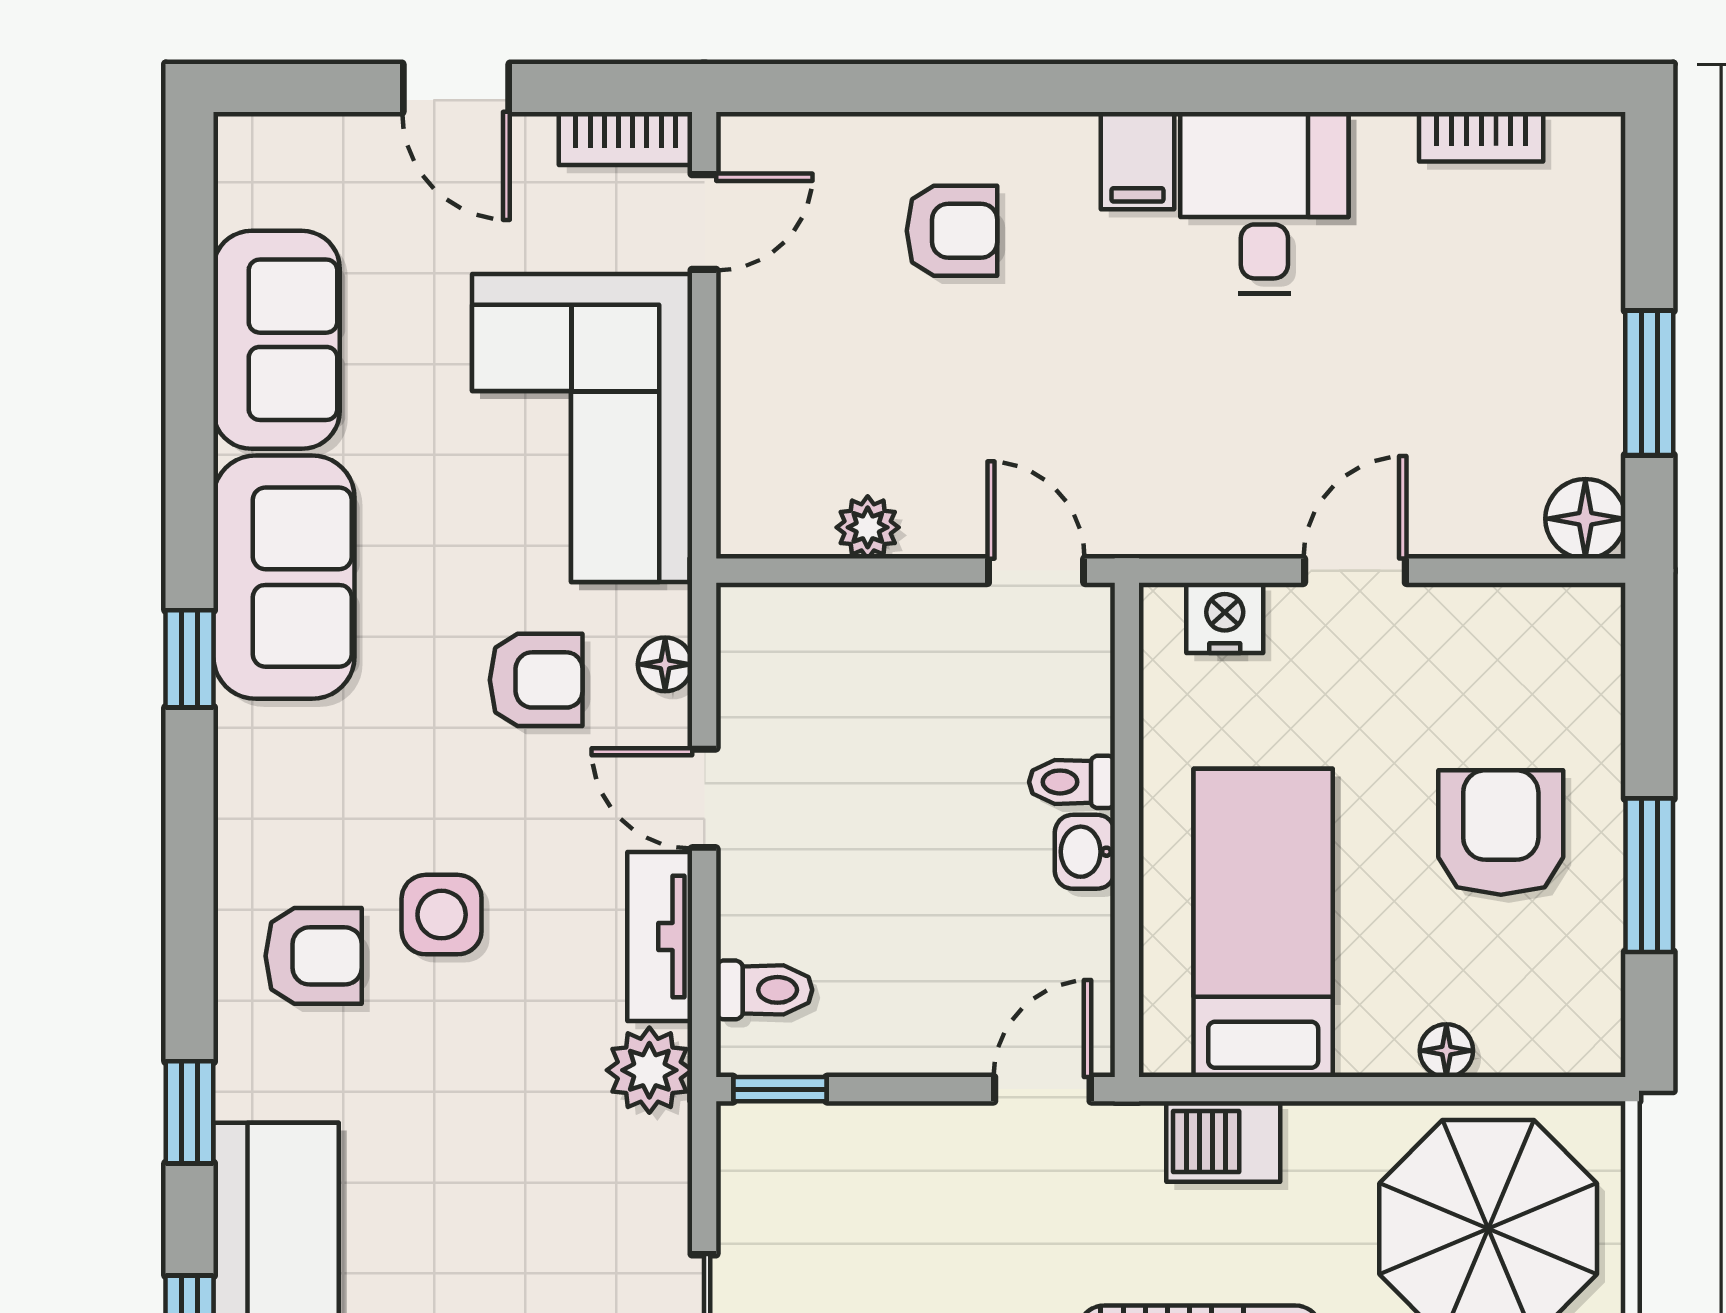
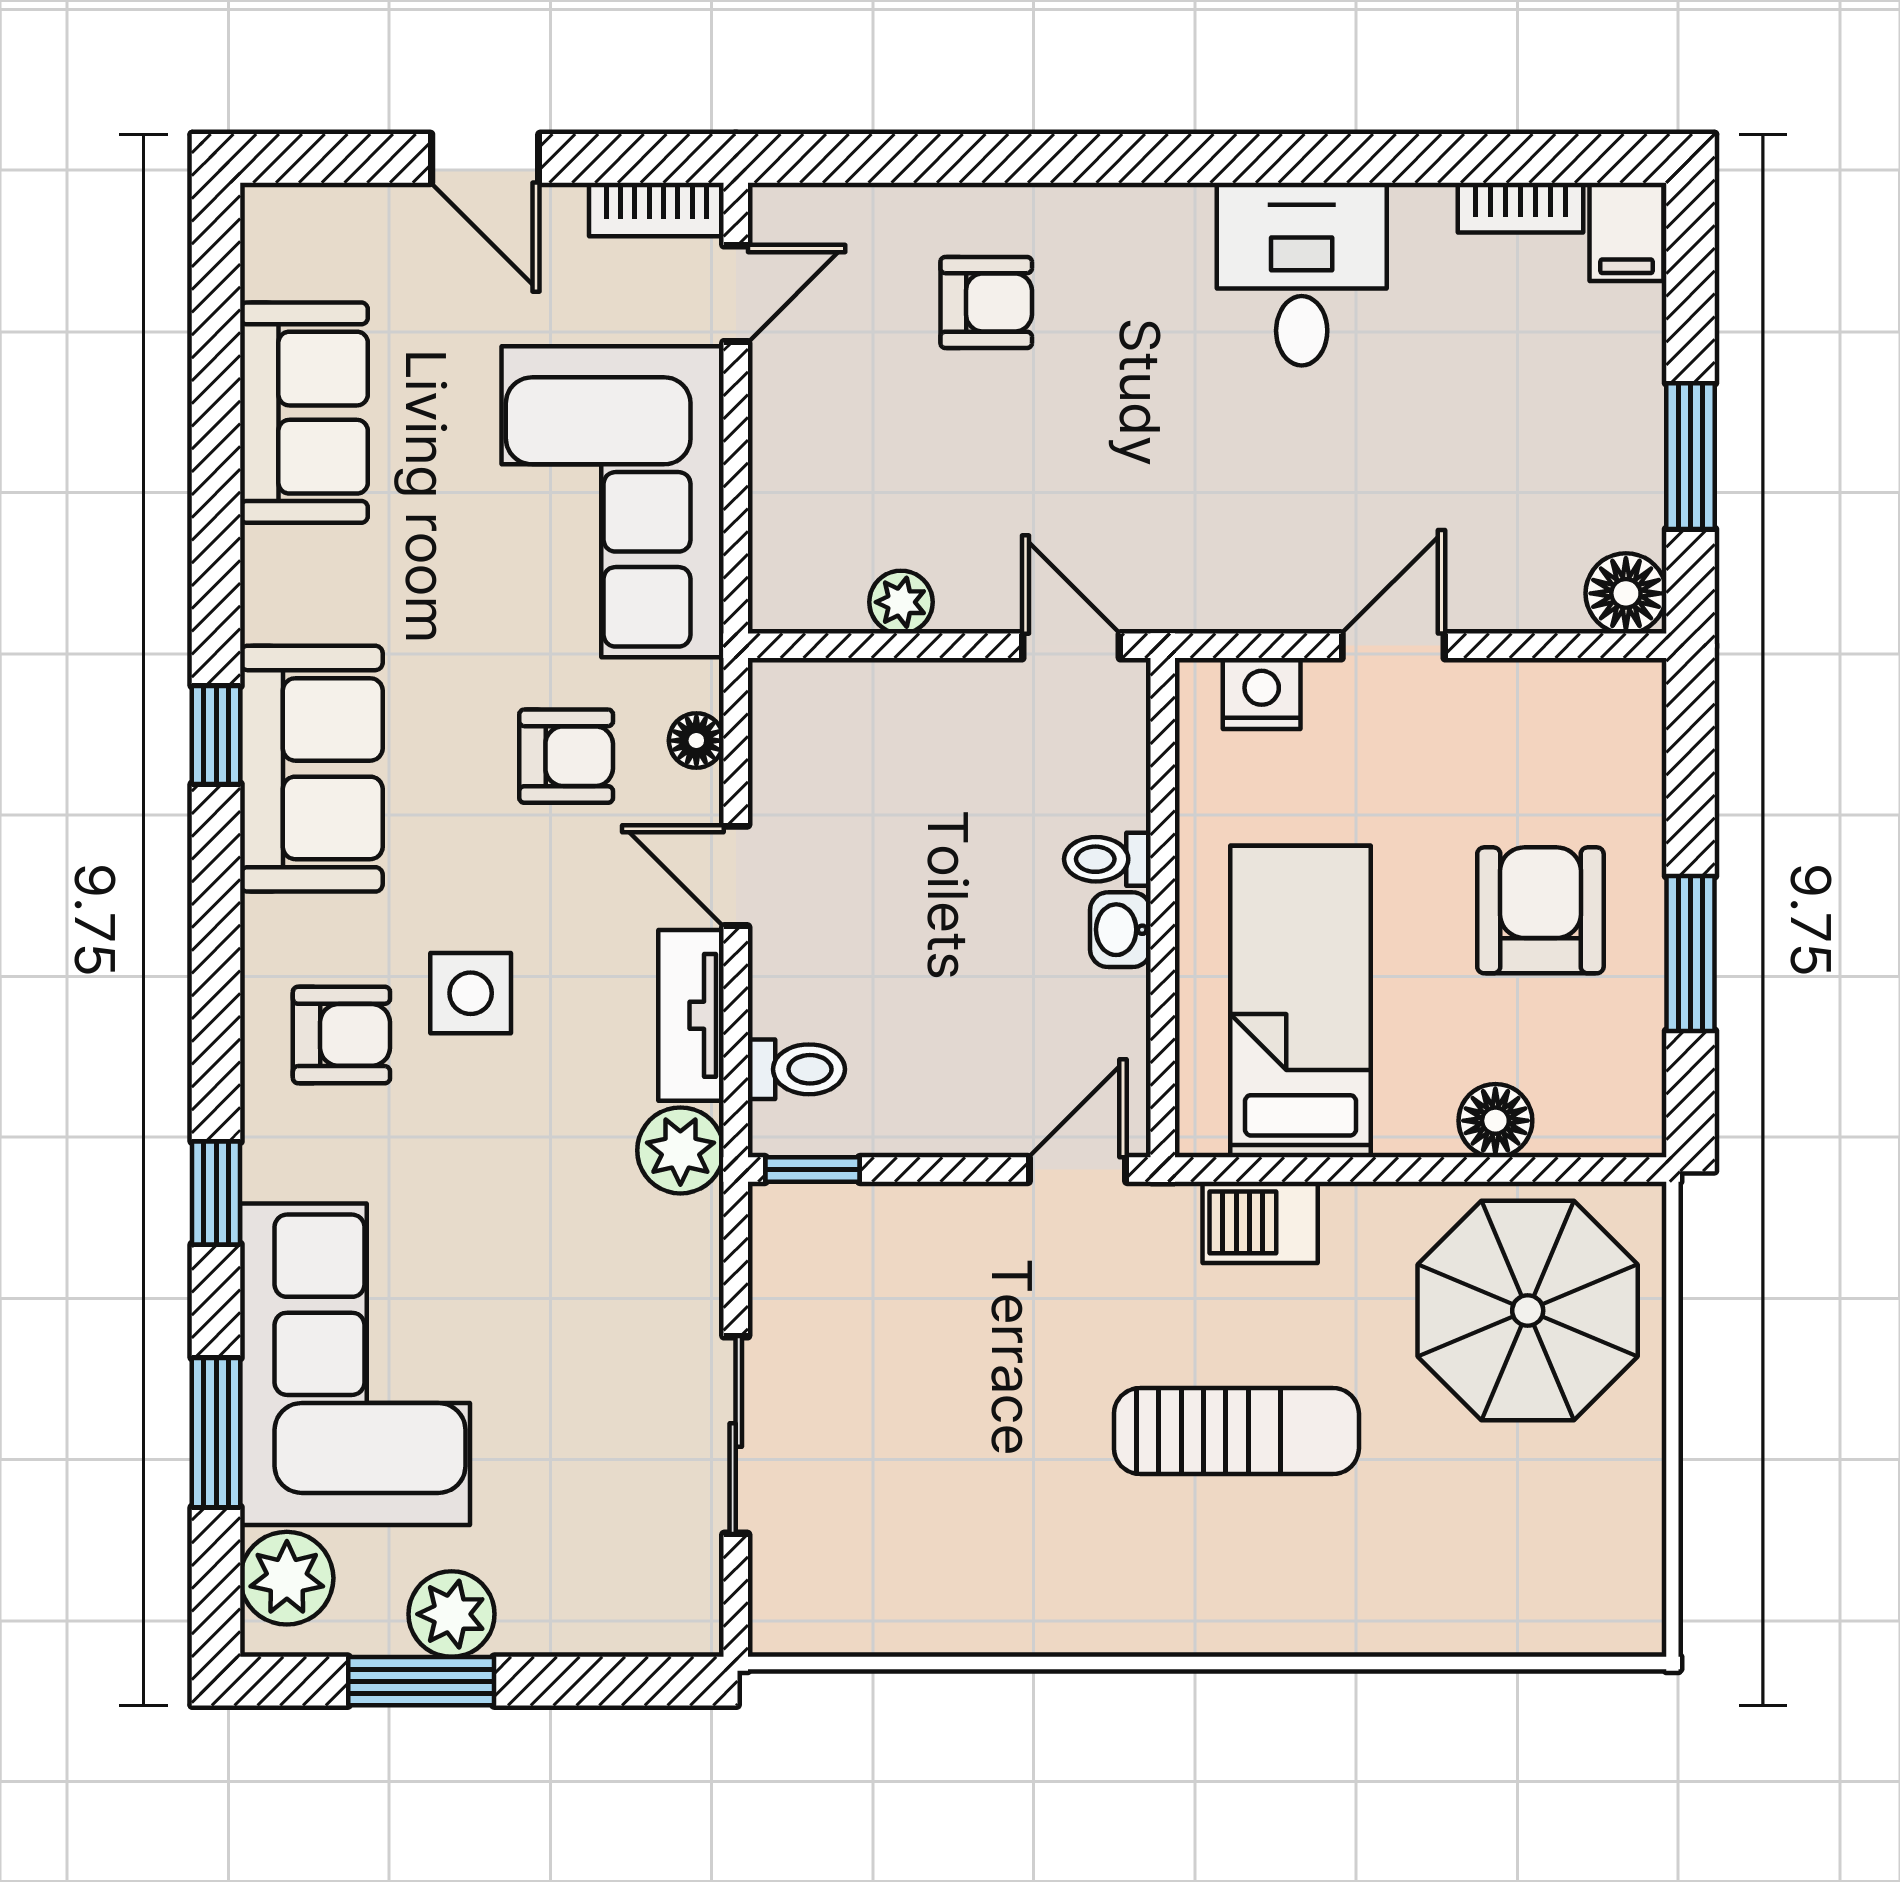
filing cabinet: (1137, 161) -> (1627, 232), moved
sofa: (284, 577) -> (311, 769), moved
floor lamp: (1446, 1051) -> (1495, 1121), width x1.37, depth x1.37

